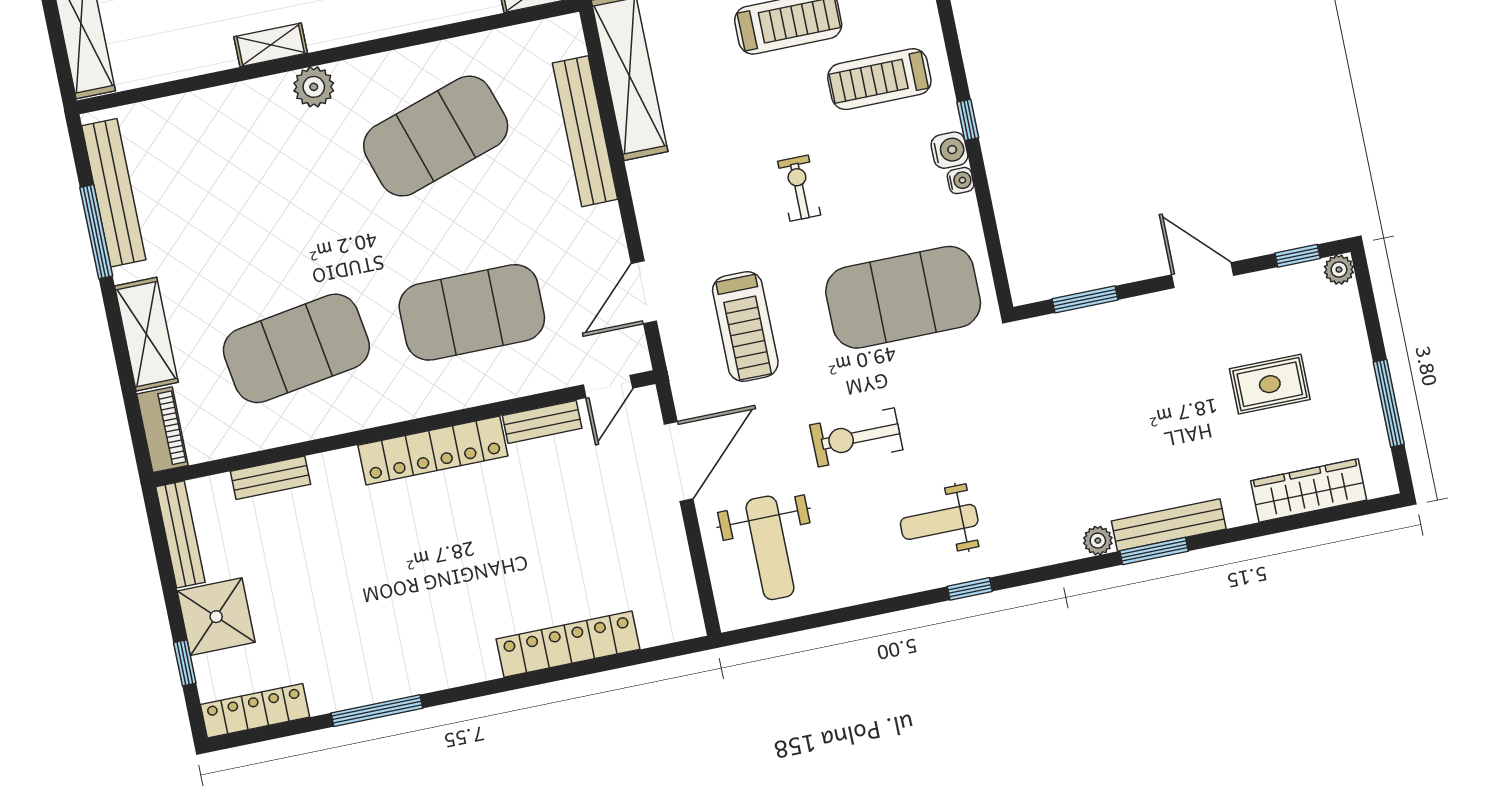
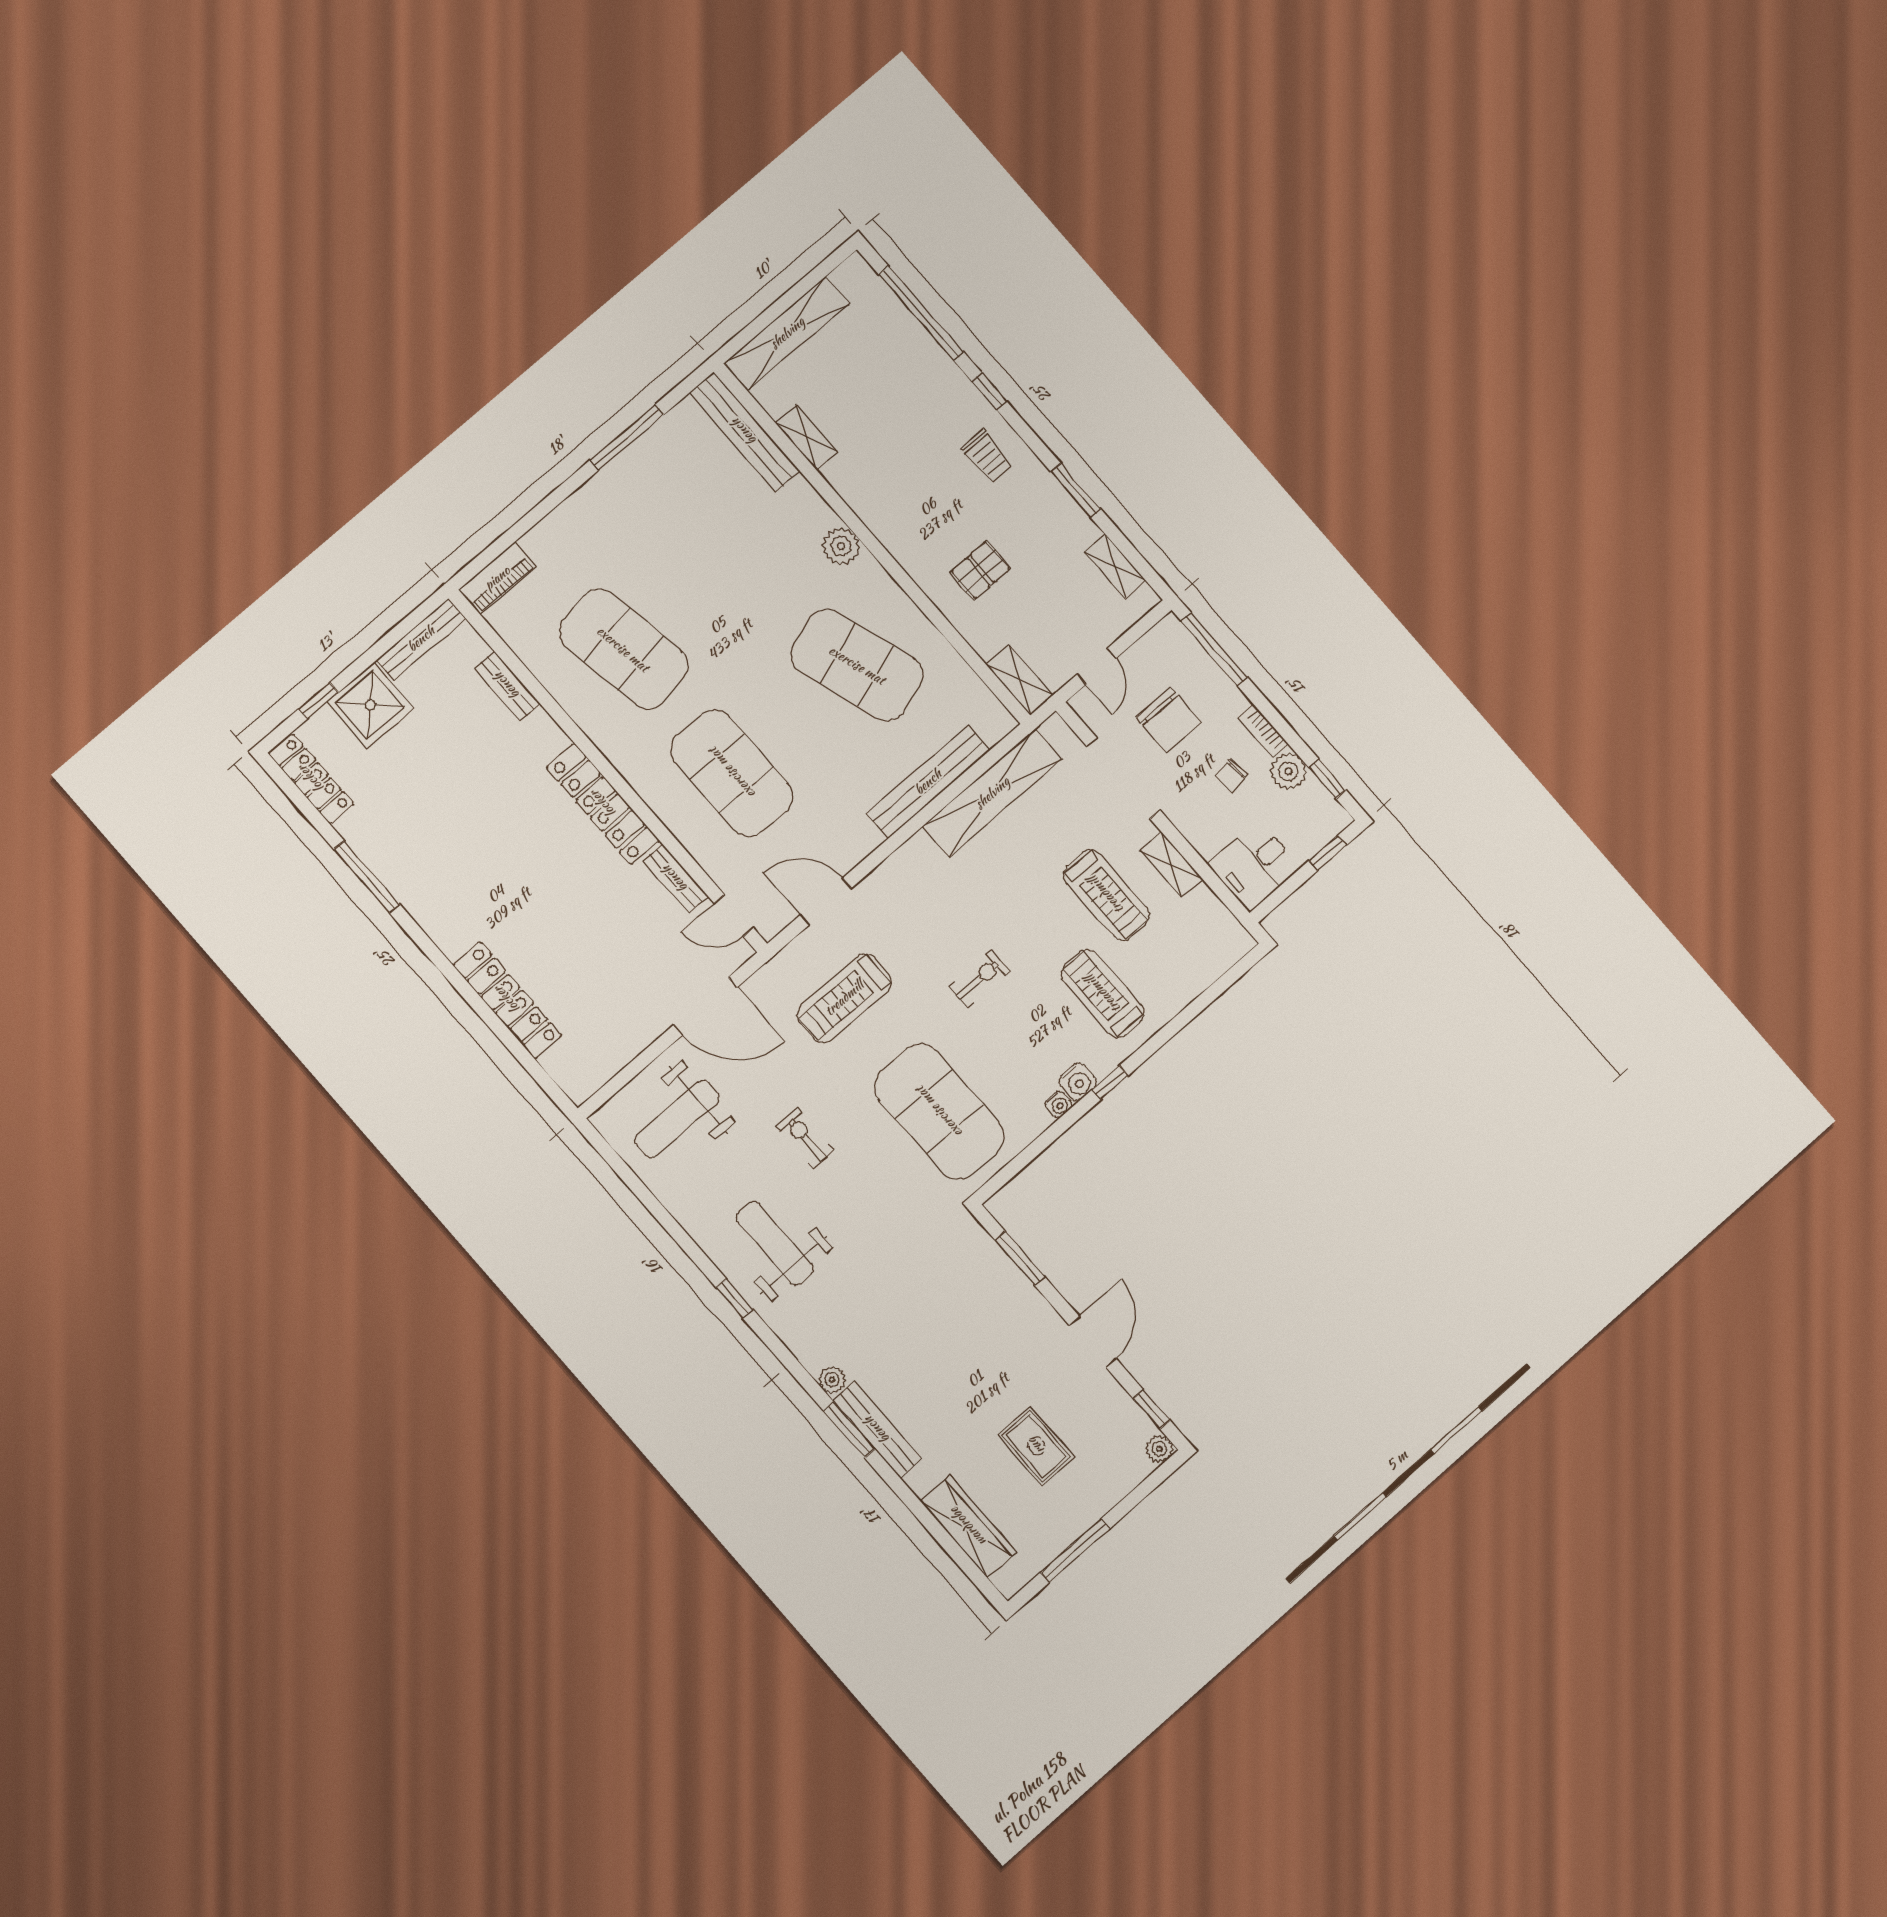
shelving: (271, 45) -> (806, 437), moved
bench: (114, 193) -> (744, 432), moved, turned 90
shelving: (146, 334) -> (567, 523), removed
exercise bike: (856, 437) -> (805, 1138), width x0.73, depth x0.72
weight bench: (939, 522) -> (775, 1243), width x1.36, depth x1.33

